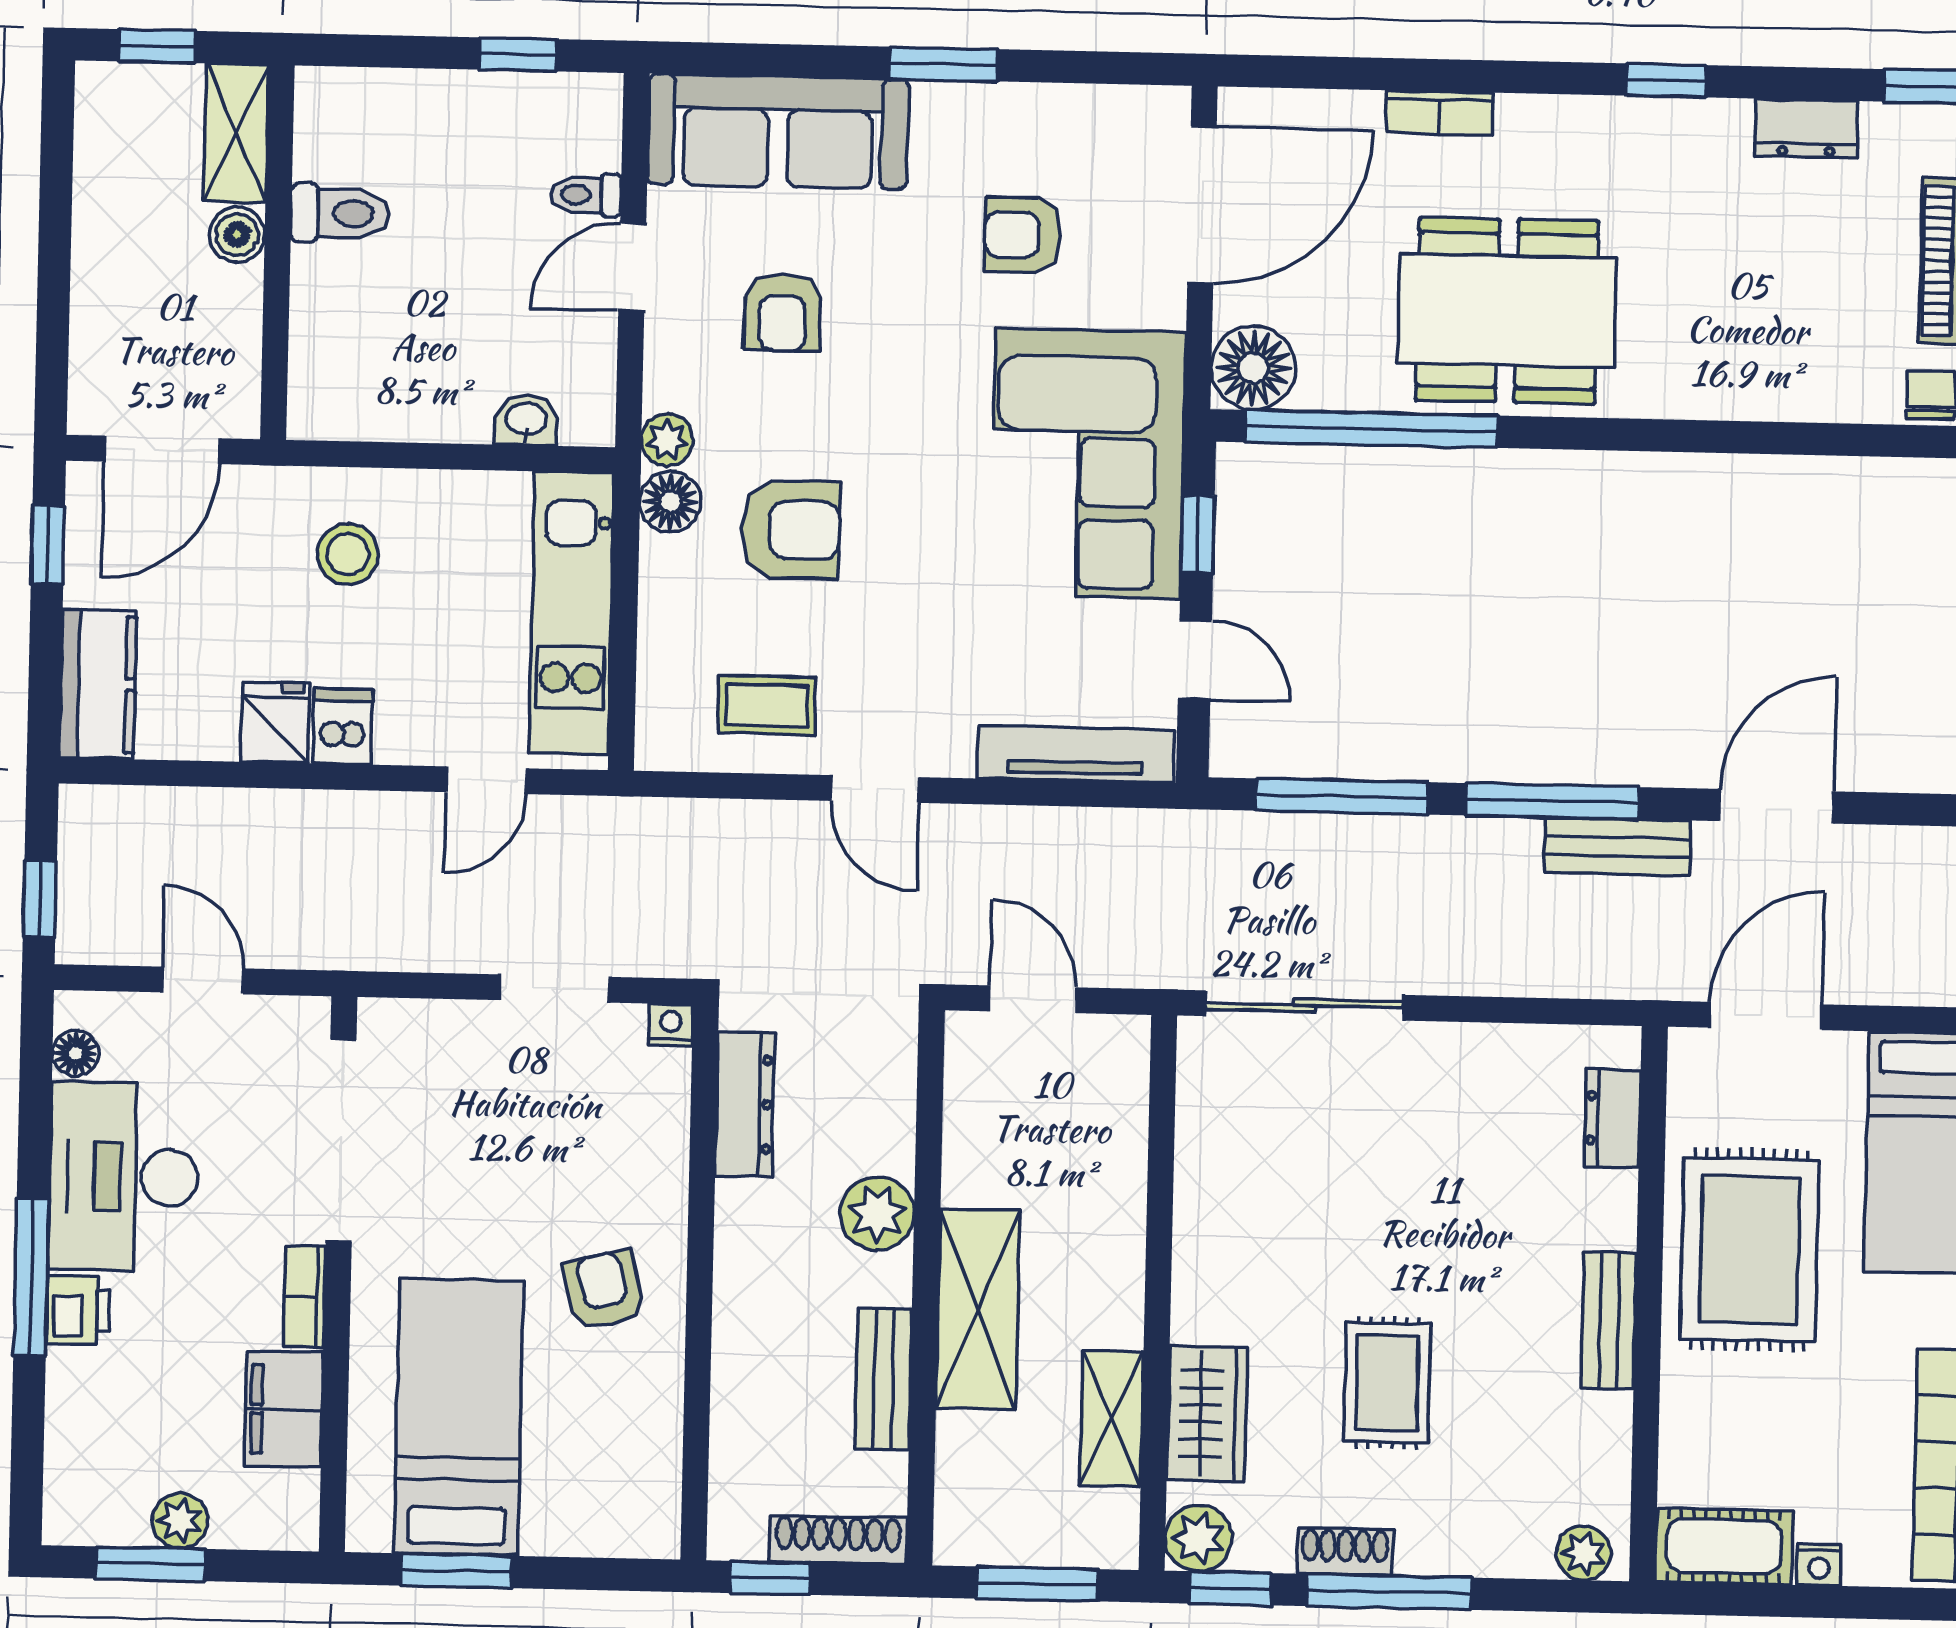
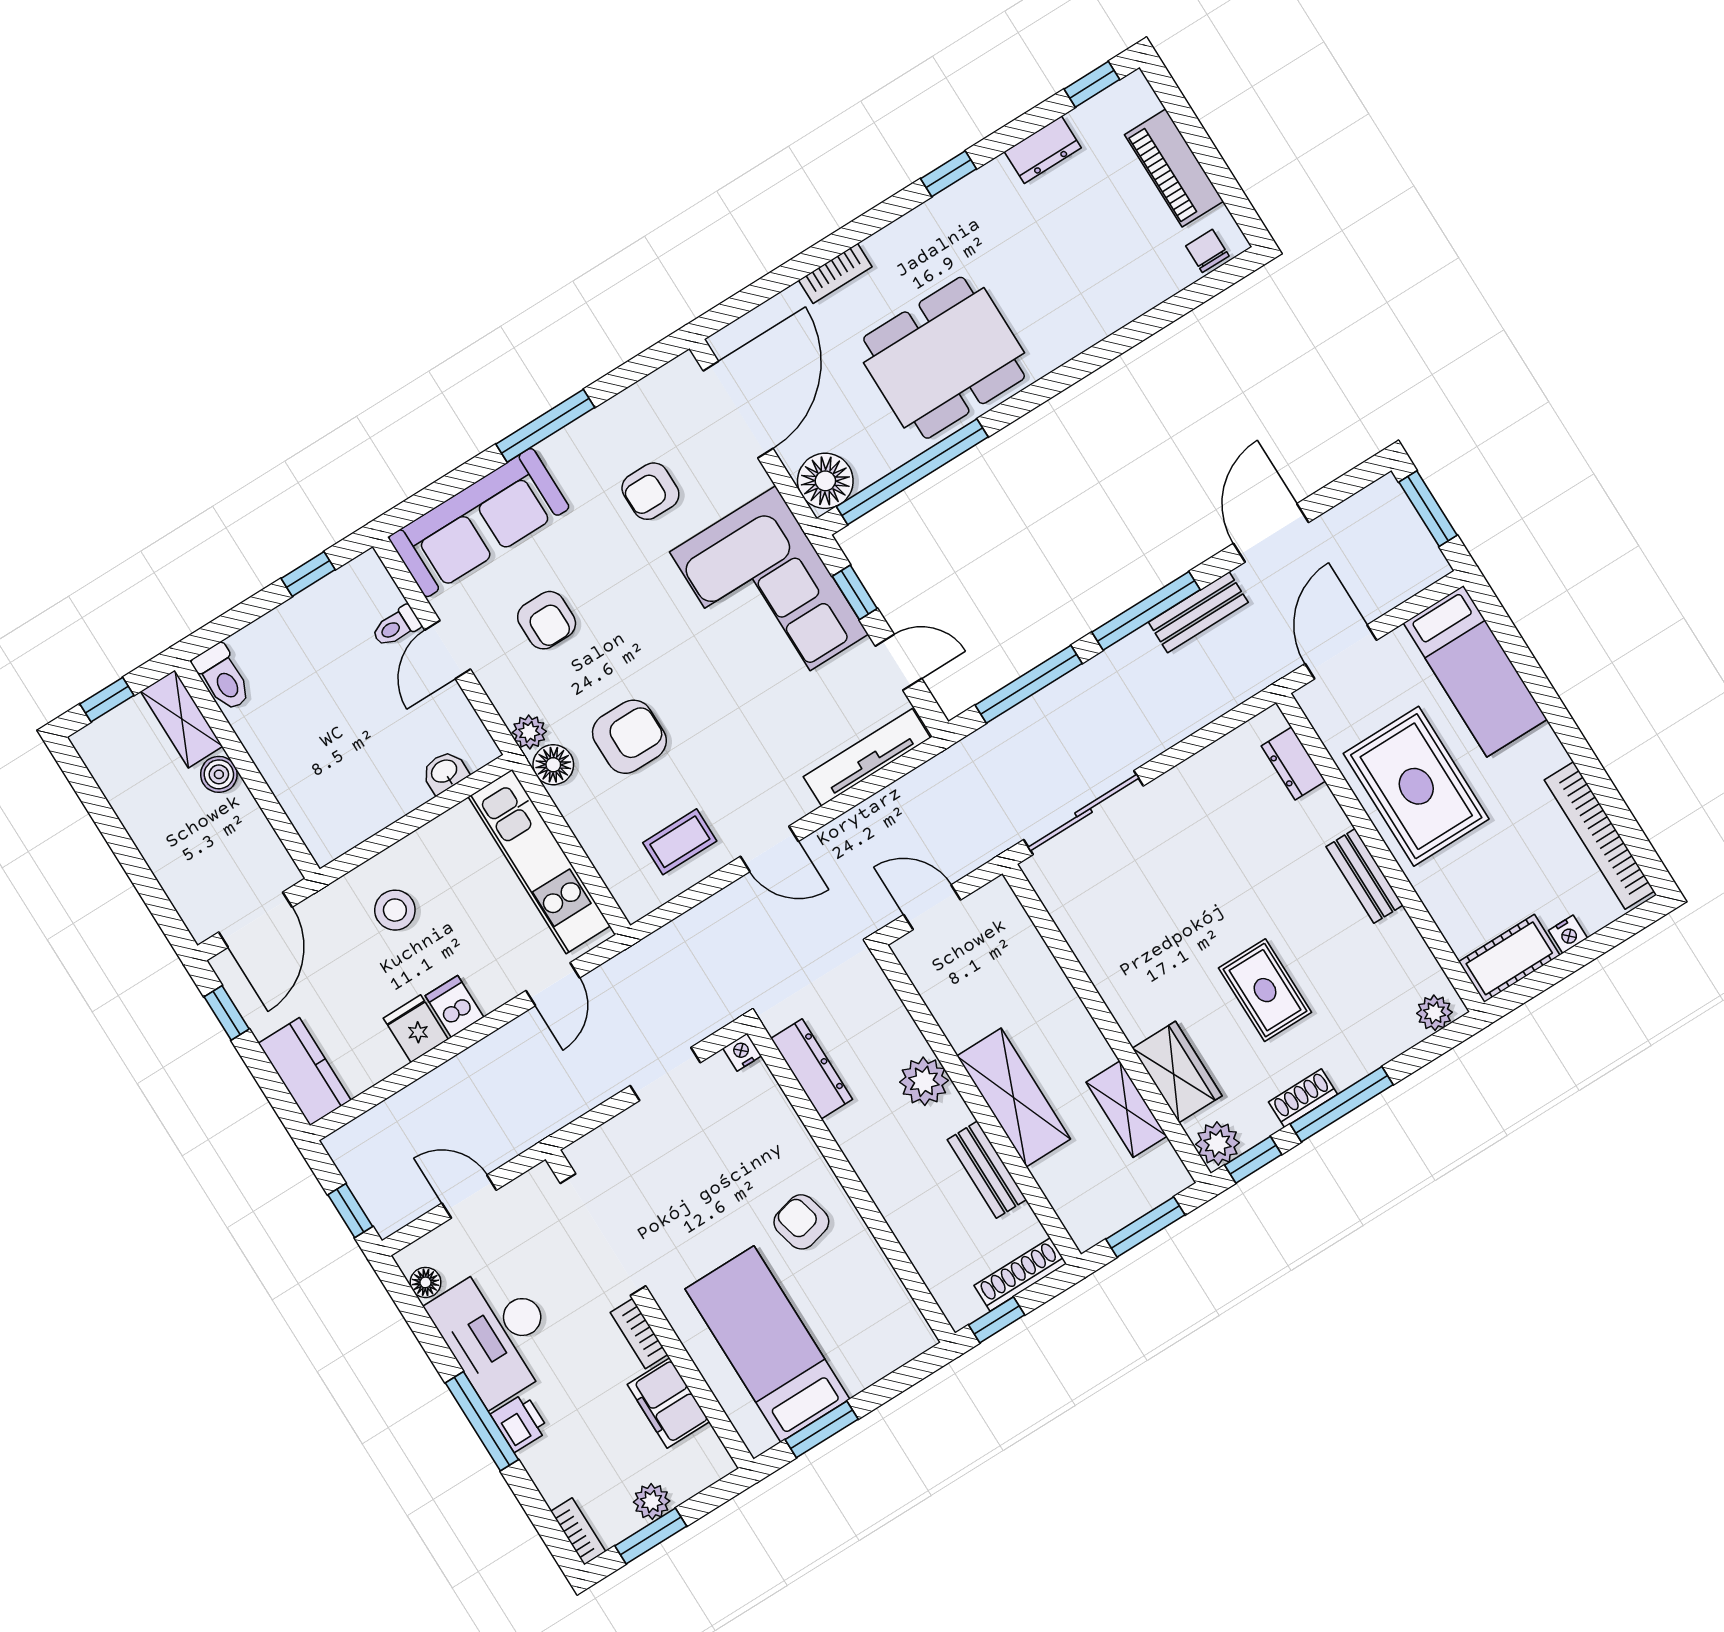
window: (943, 64) -> (545, 426), width x1.44
toilet: (340, 213) -> (223, 678), moved, turned 90
bookcase: (62, 1497) -> (578, 1531), added

